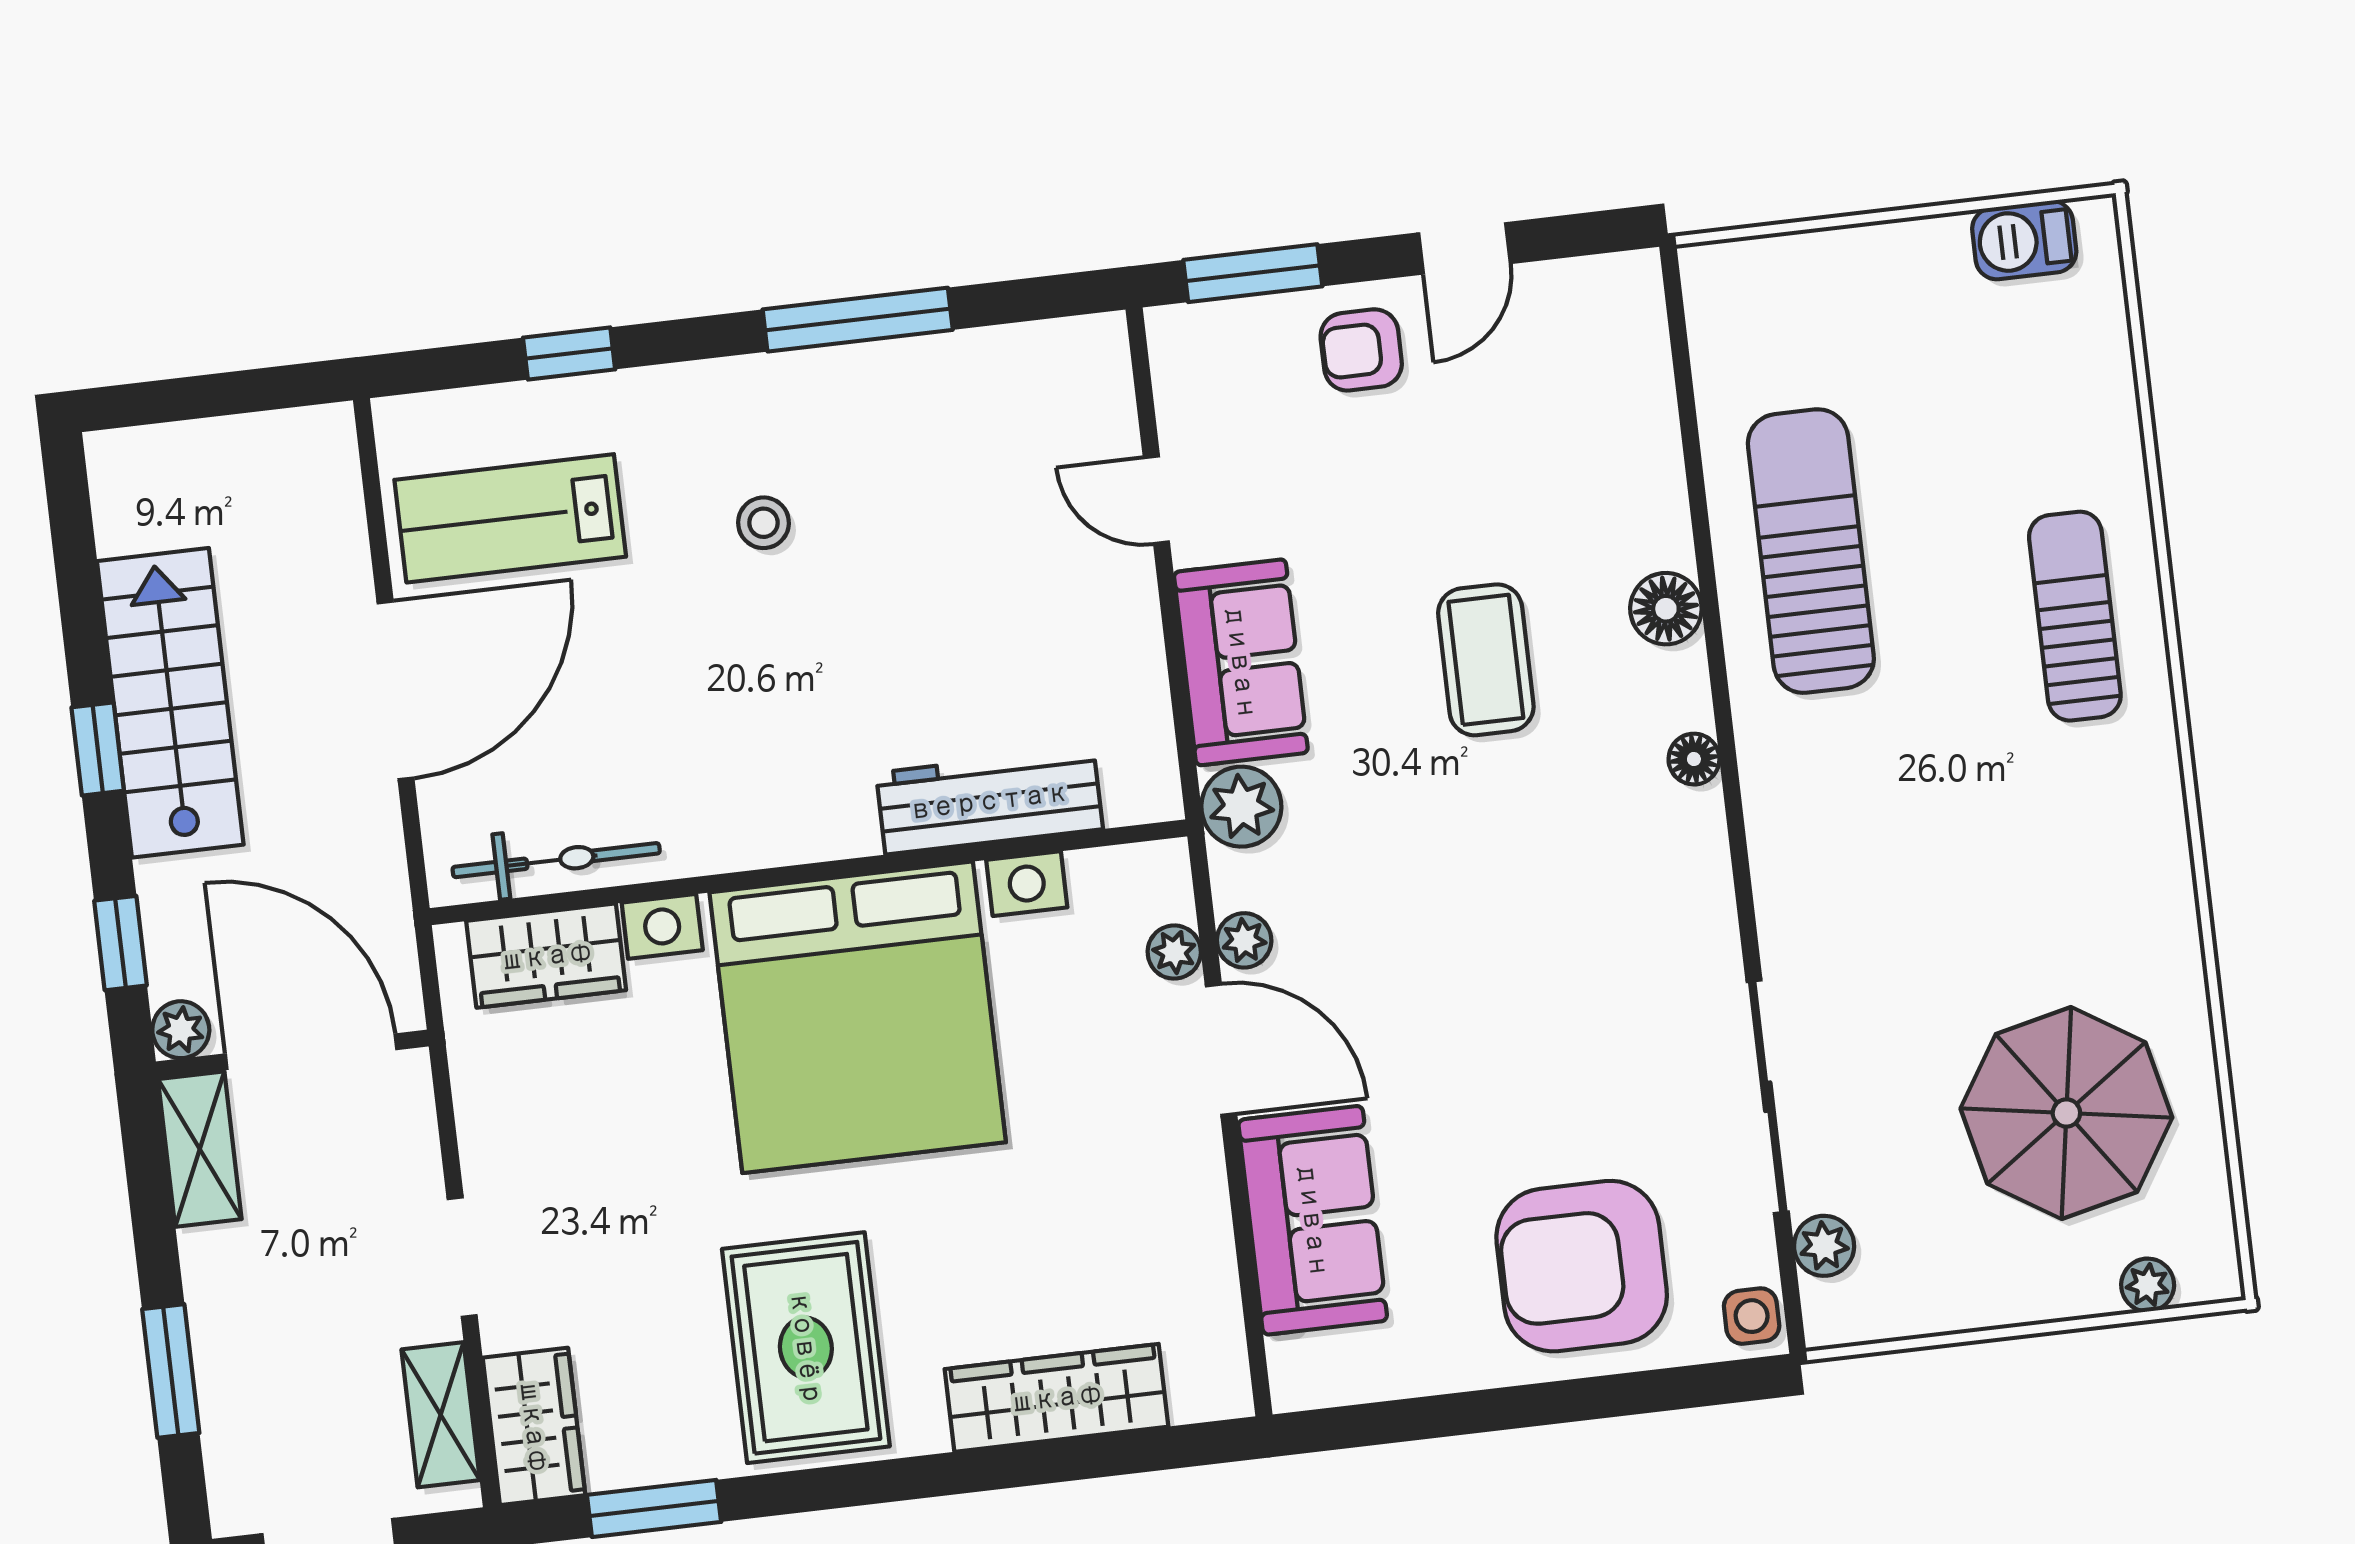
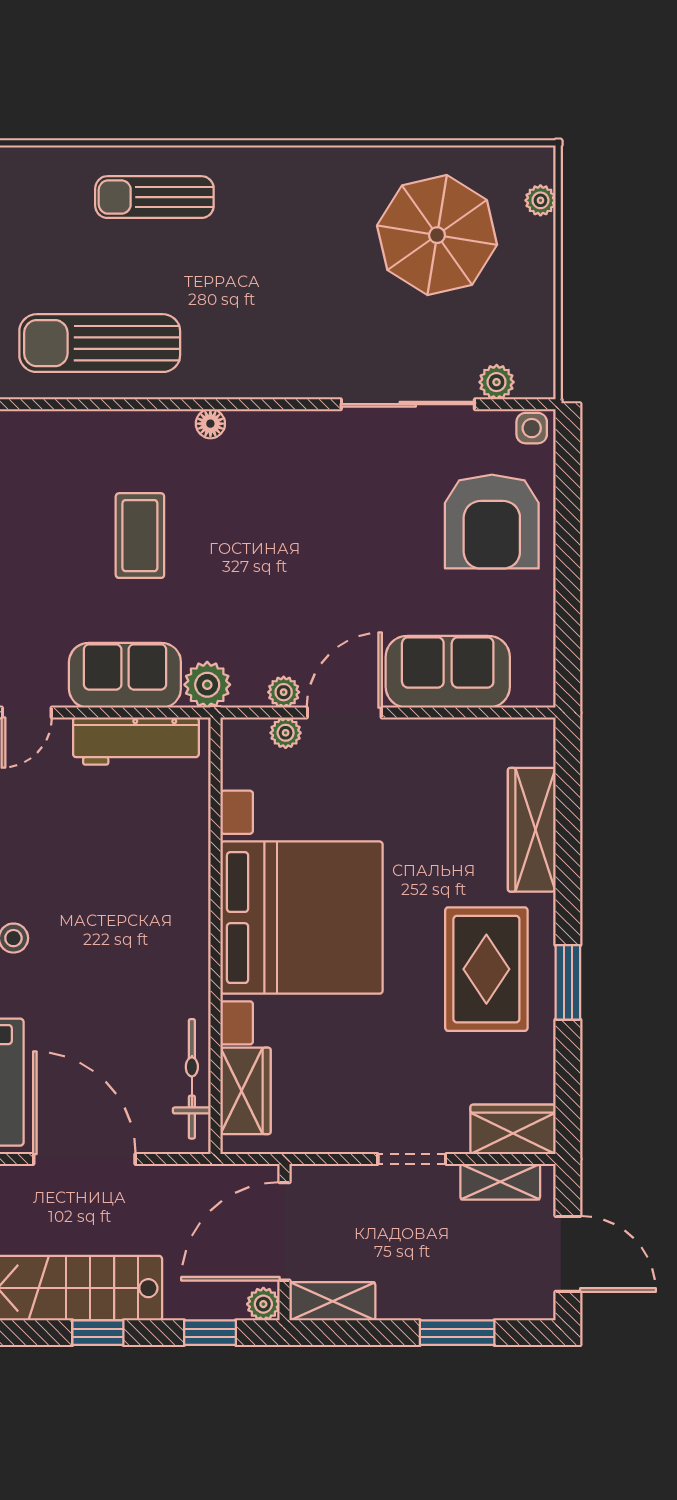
floor lamp: (1666, 609) -> (123, 430), removed
coffee table: (1486, 660) -> (140, 536), turned 90
workbench: (989, 801) -> (136, 741), moved, turned -90
rug: (806, 1348) -> (486, 969), turned 90
window: (654, 1508) -> (568, 982), moved

